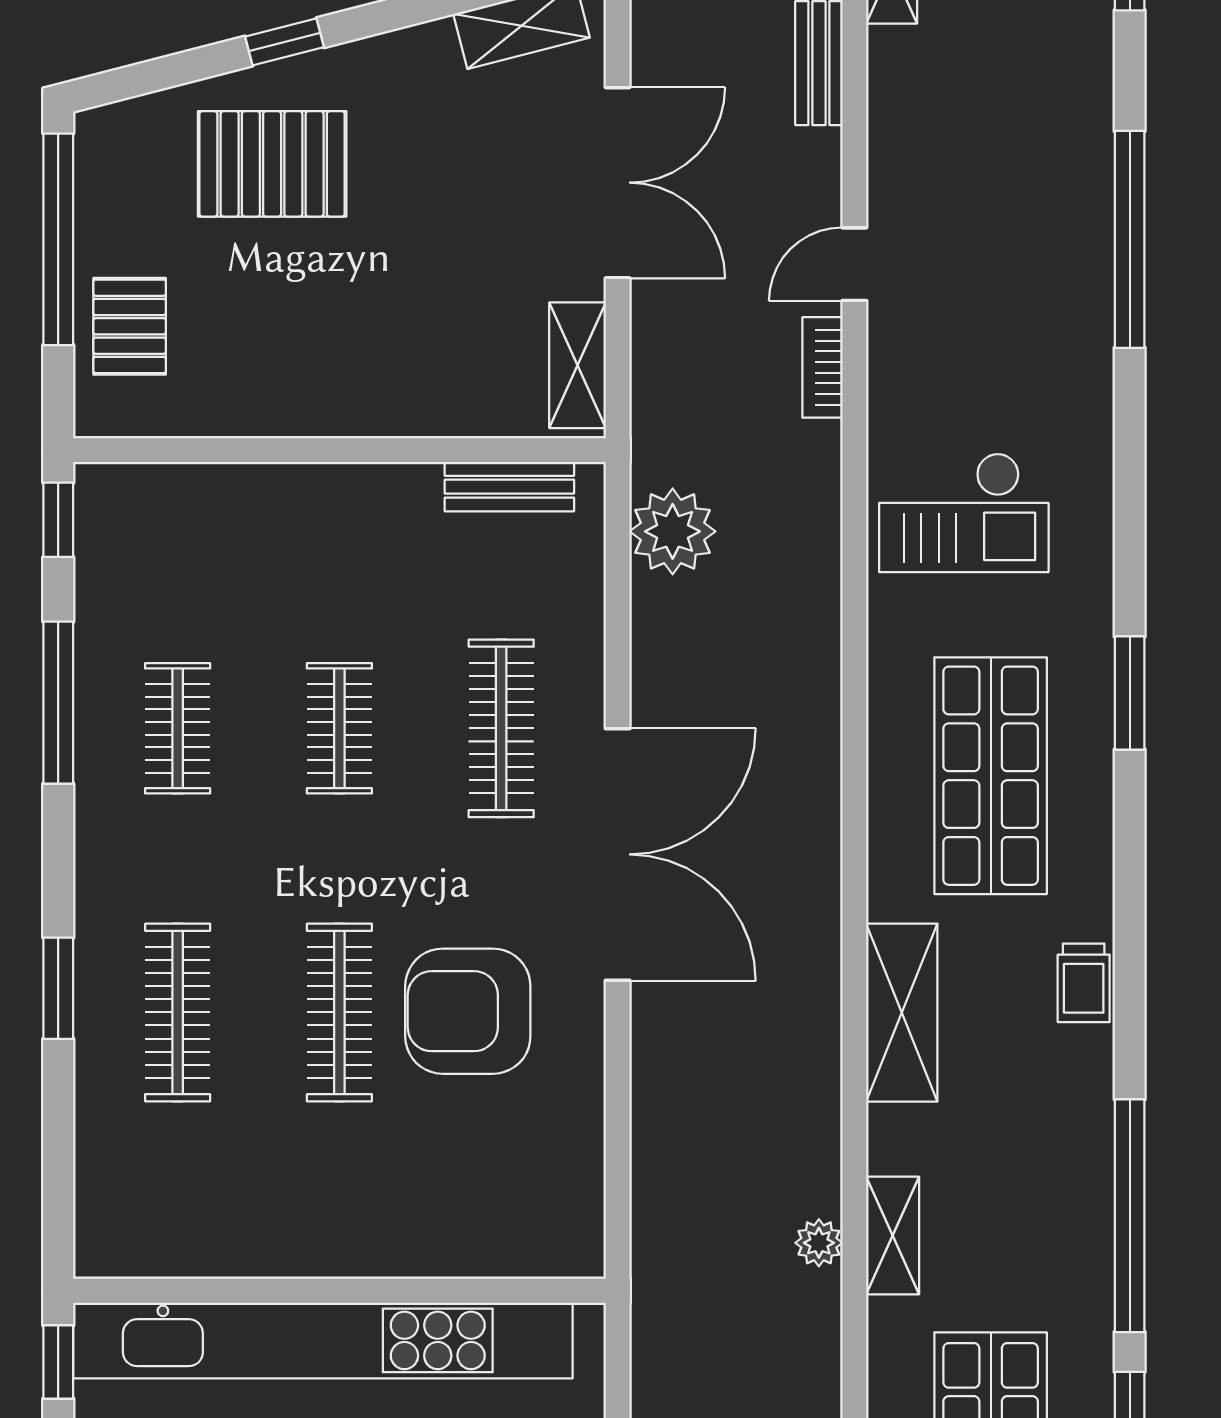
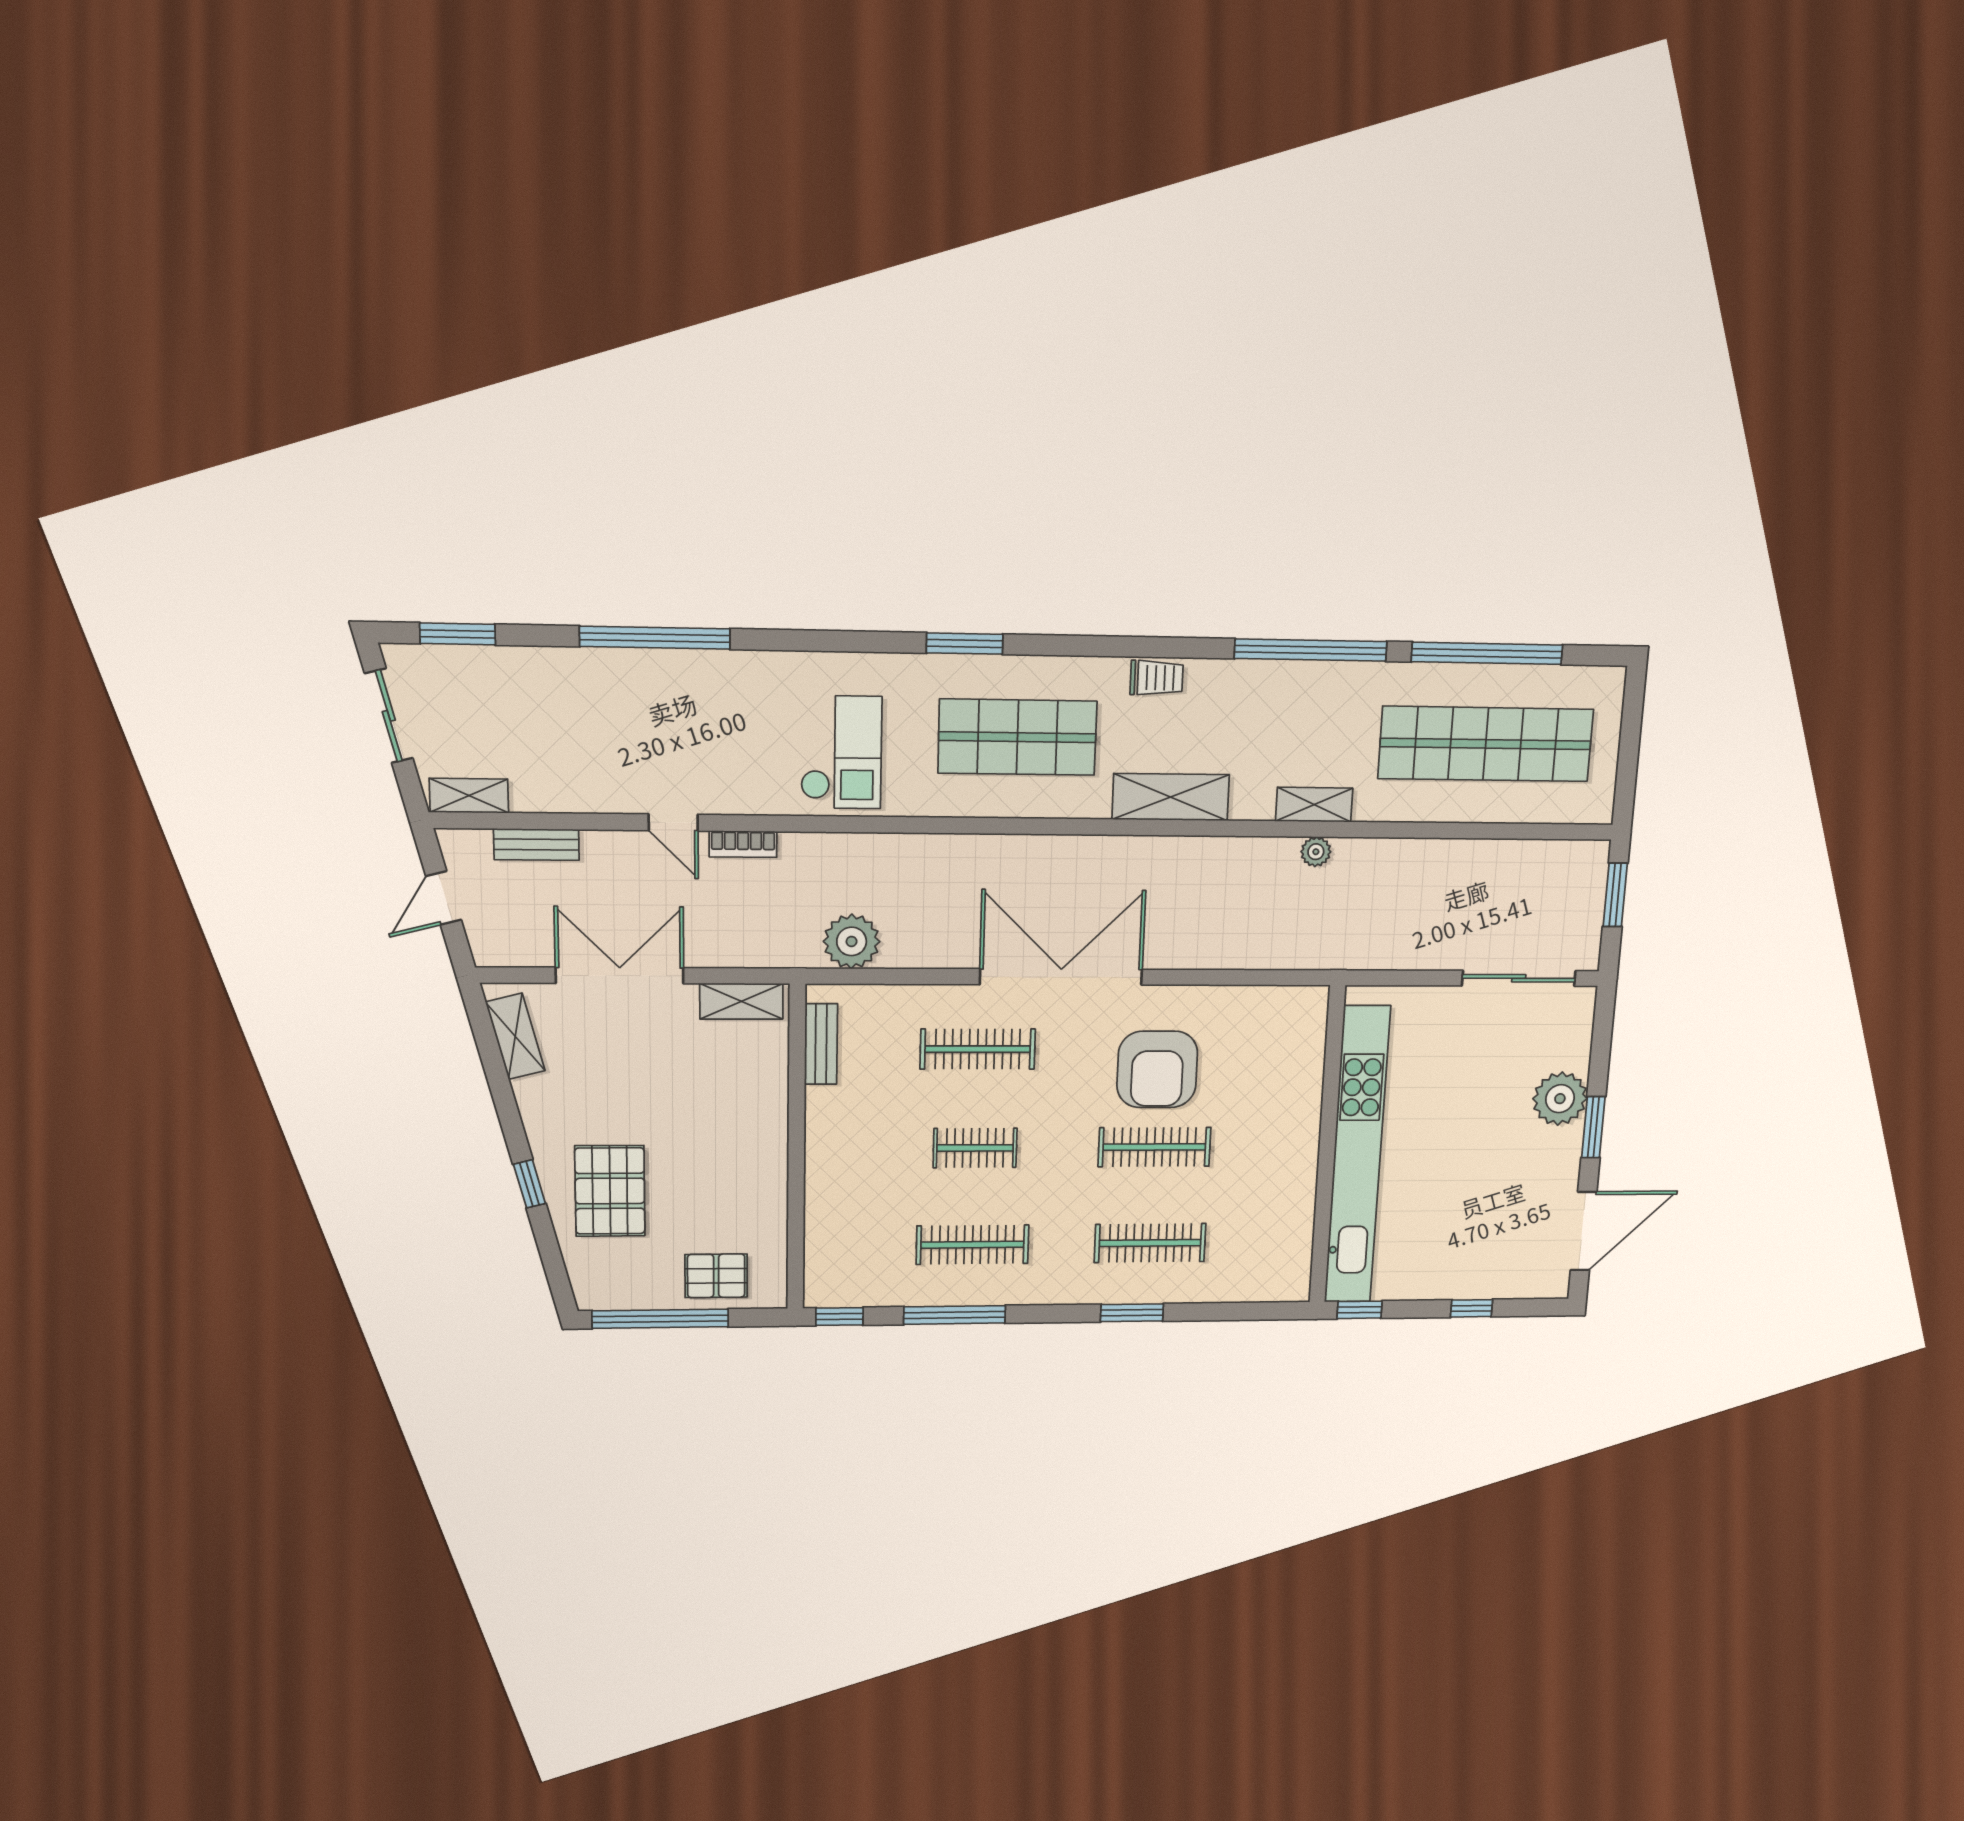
clothes rail: (178, 728) -> (972, 1245), width x1.36

